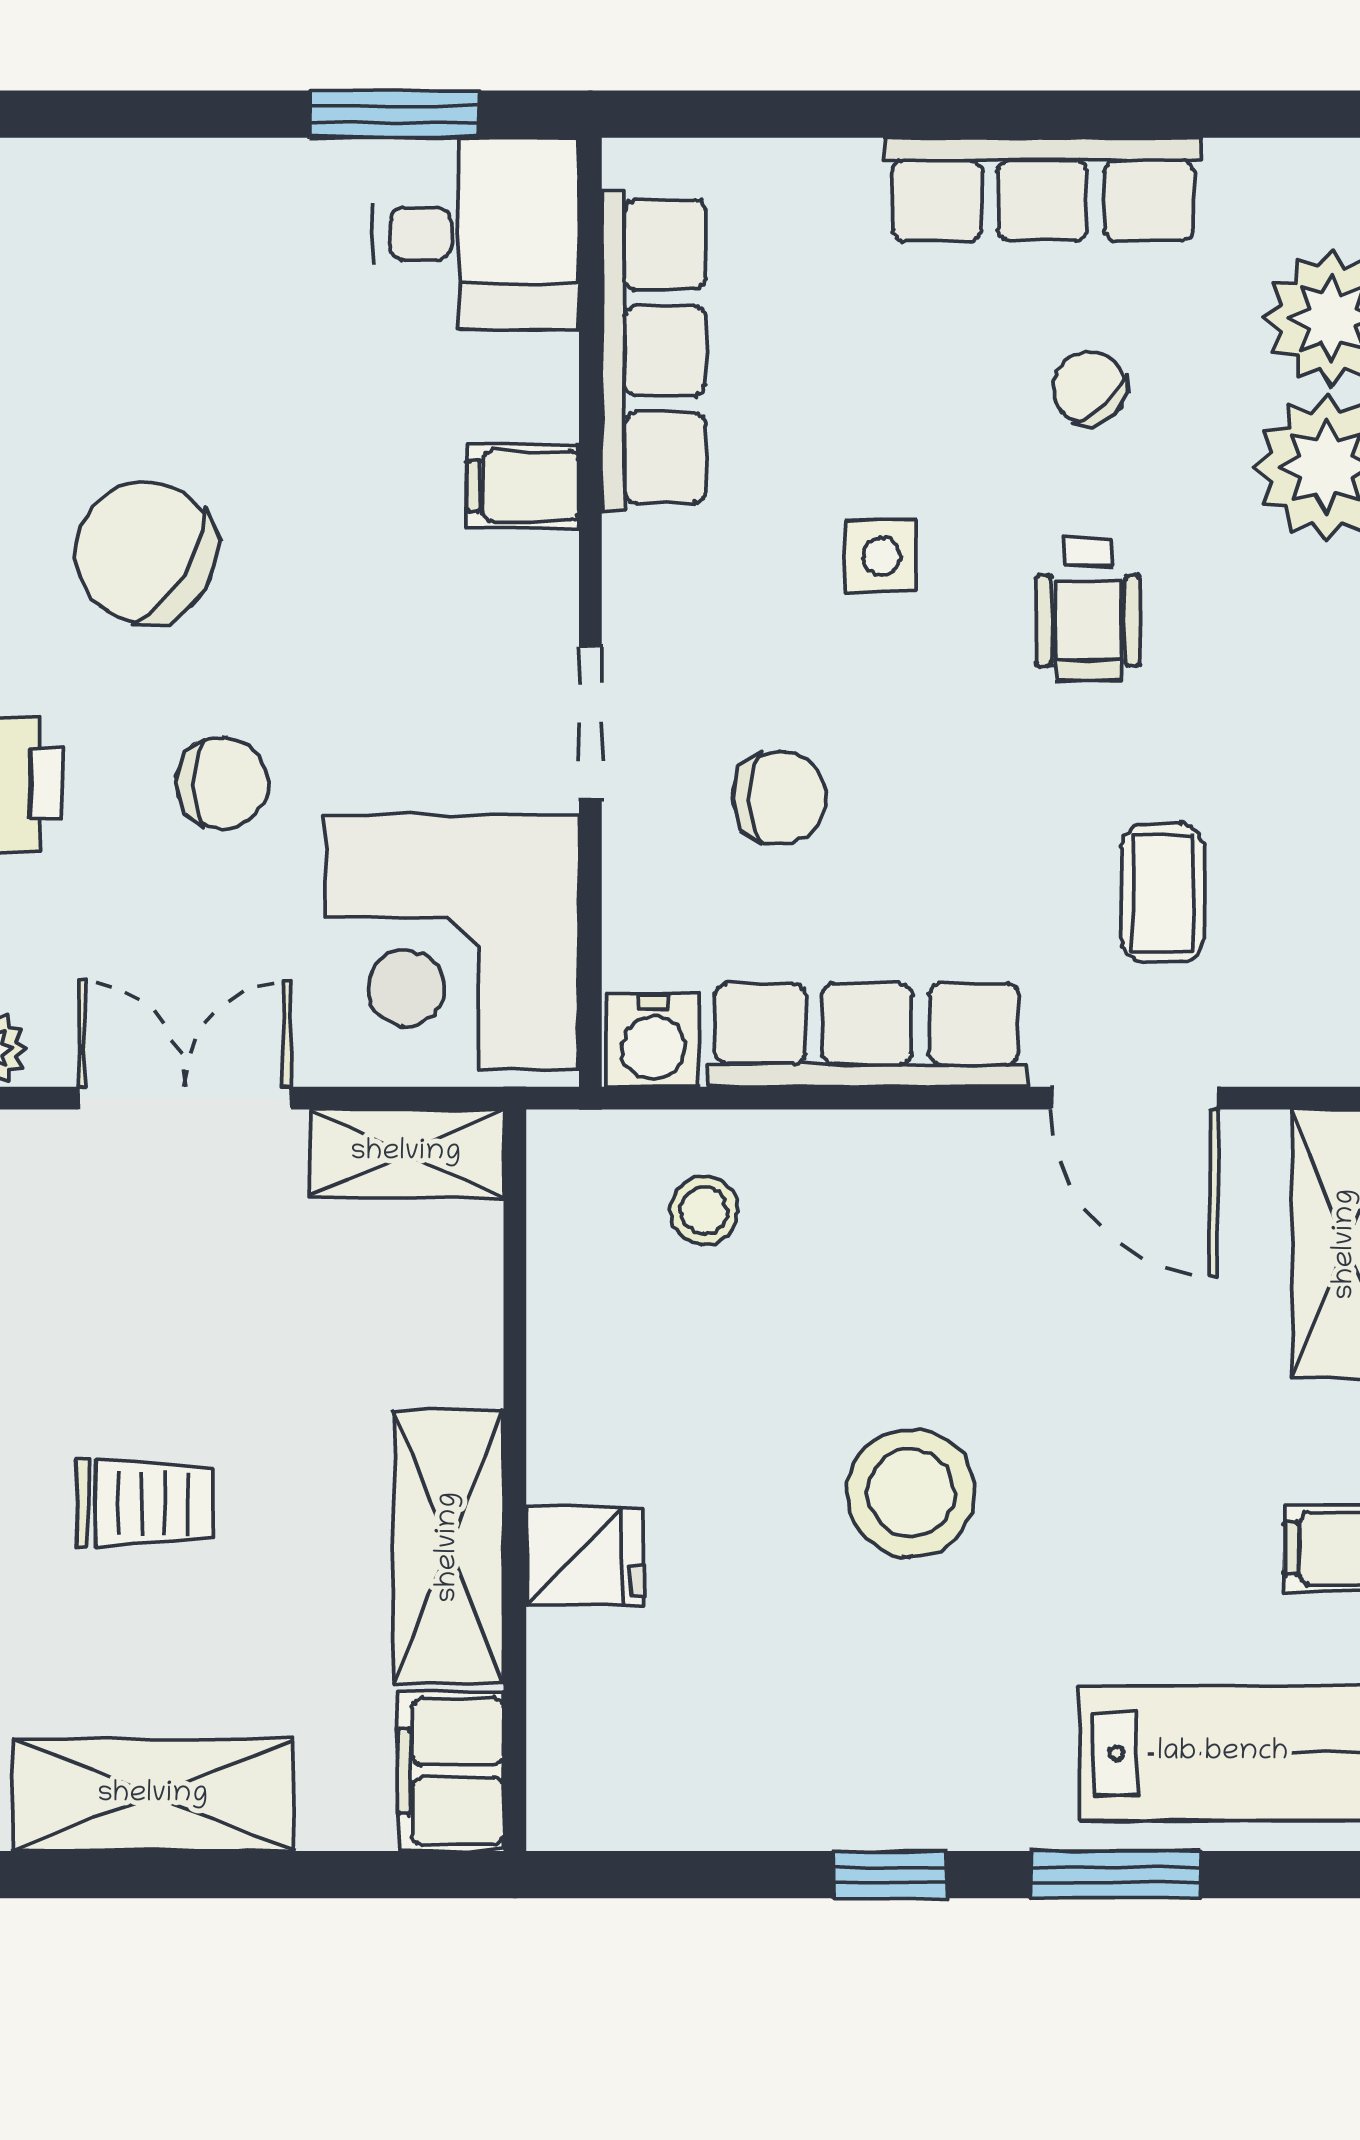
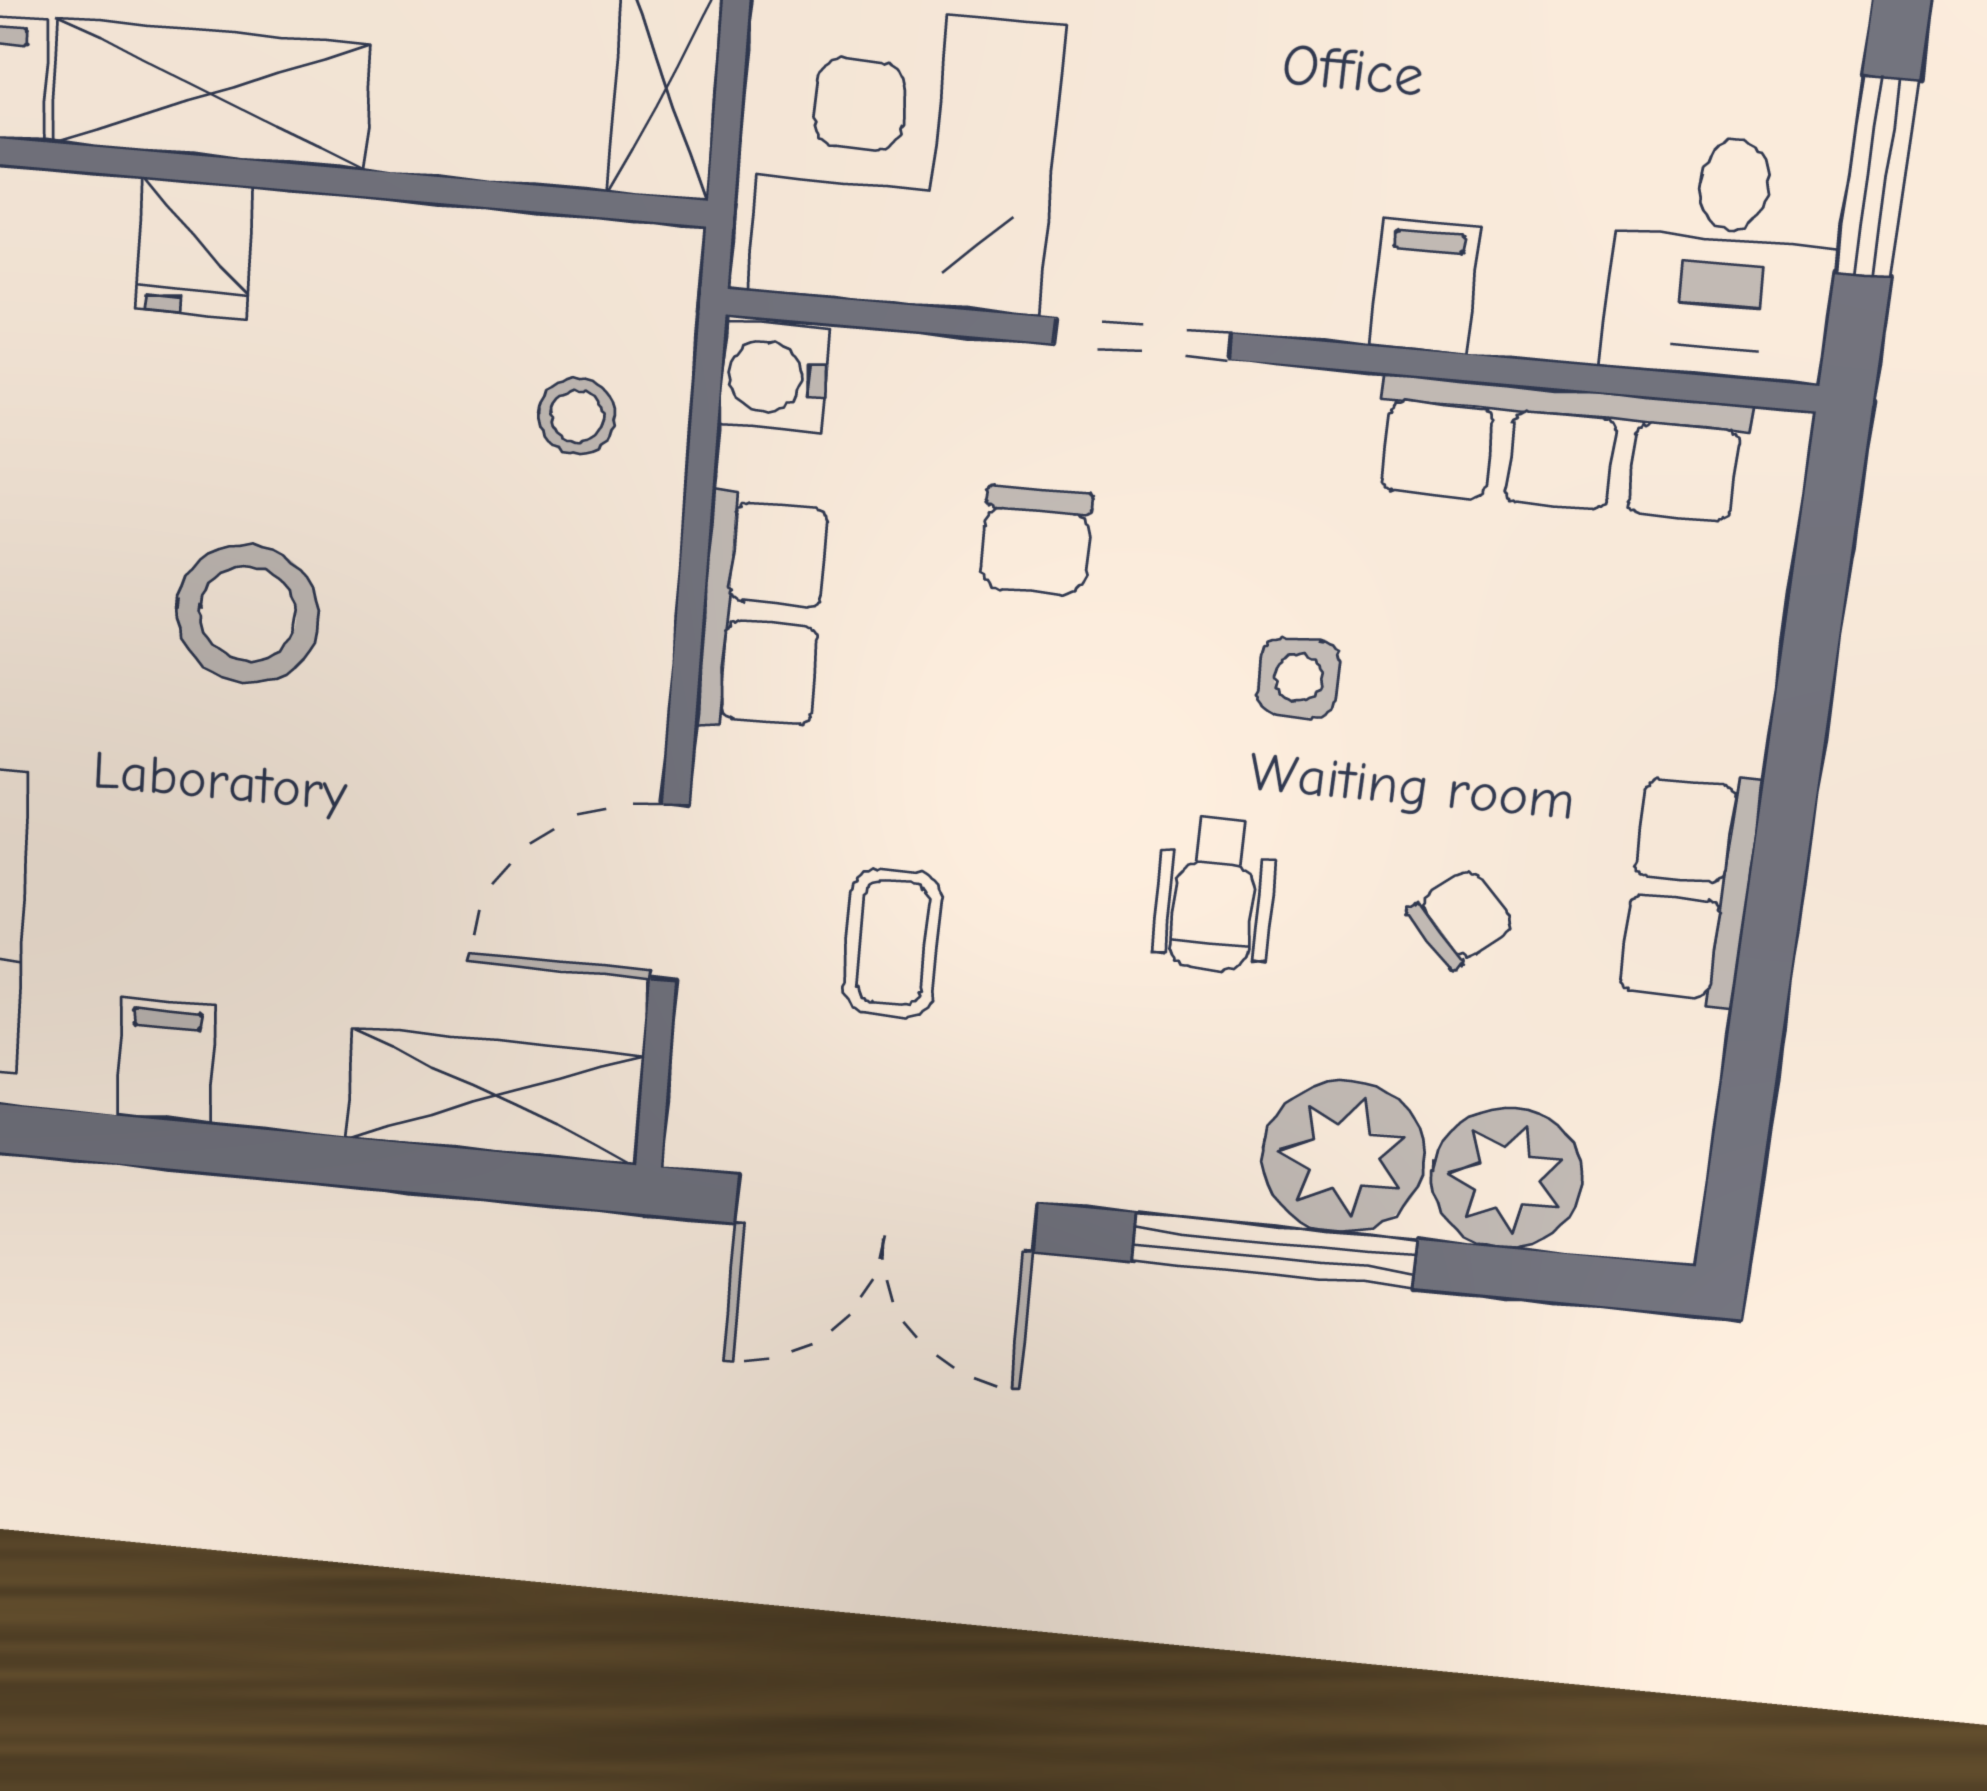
row of seats: (1043, 189) -> (1690, 889), width x0.68
wheelchair: (1088, 609) -> (1215, 894), turned -90
coffee table: (1163, 893) -> (893, 943), turned 90
row of seats: (867, 1035) -> (761, 613), width x0.68

